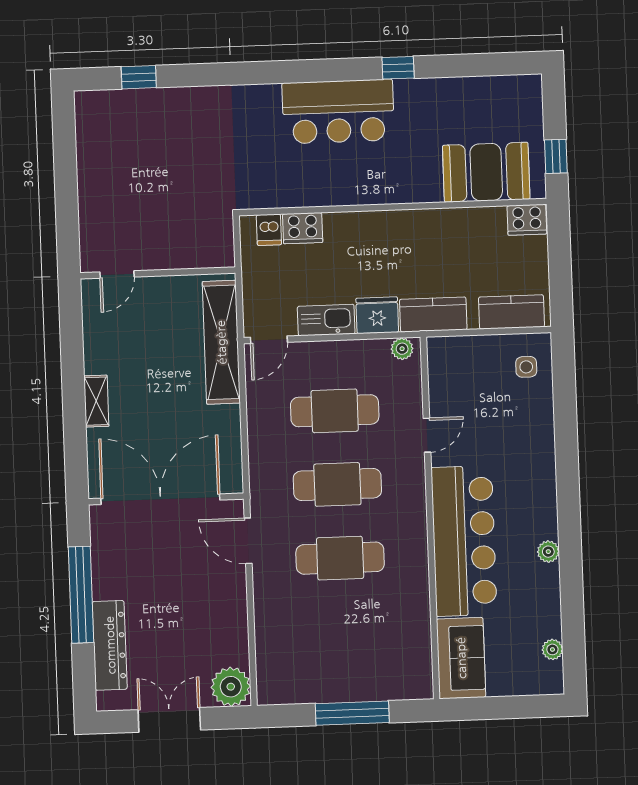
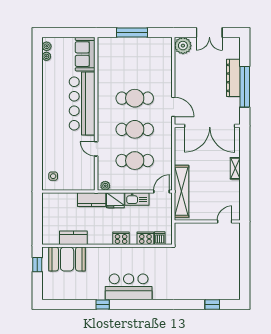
cooker: (527, 220) -> (121, 238), moved
kitchen counter: (511, 312) -> (73, 238), moved, turned 180
door: (427, 435) -> (96, 149), hinge flipped
plant: (548, 552) -> (47, 46), moved
dresser: (110, 645) -> (233, 78), moved

